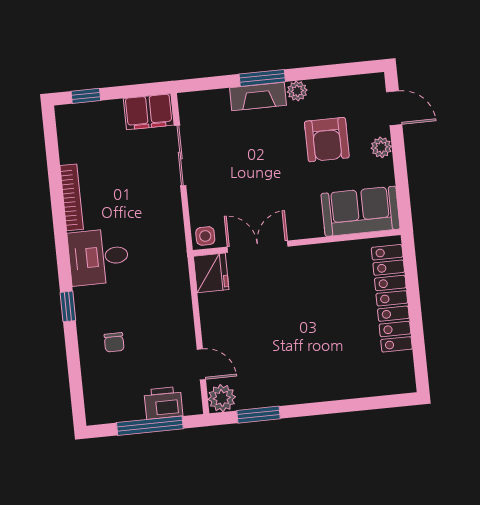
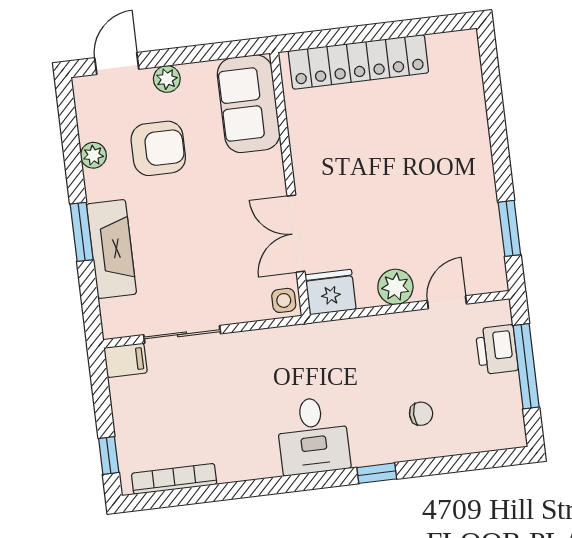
plant: (297, 91) -> (93, 155), moved
fireplace: (258, 97) -> (111, 249), width x1.37, depth x1.32
filing cabinet: (149, 112) -> (126, 360), width x0.50
bookcase: (72, 197) -> (174, 479), moved
plant: (222, 398) -> (395, 287), moved

